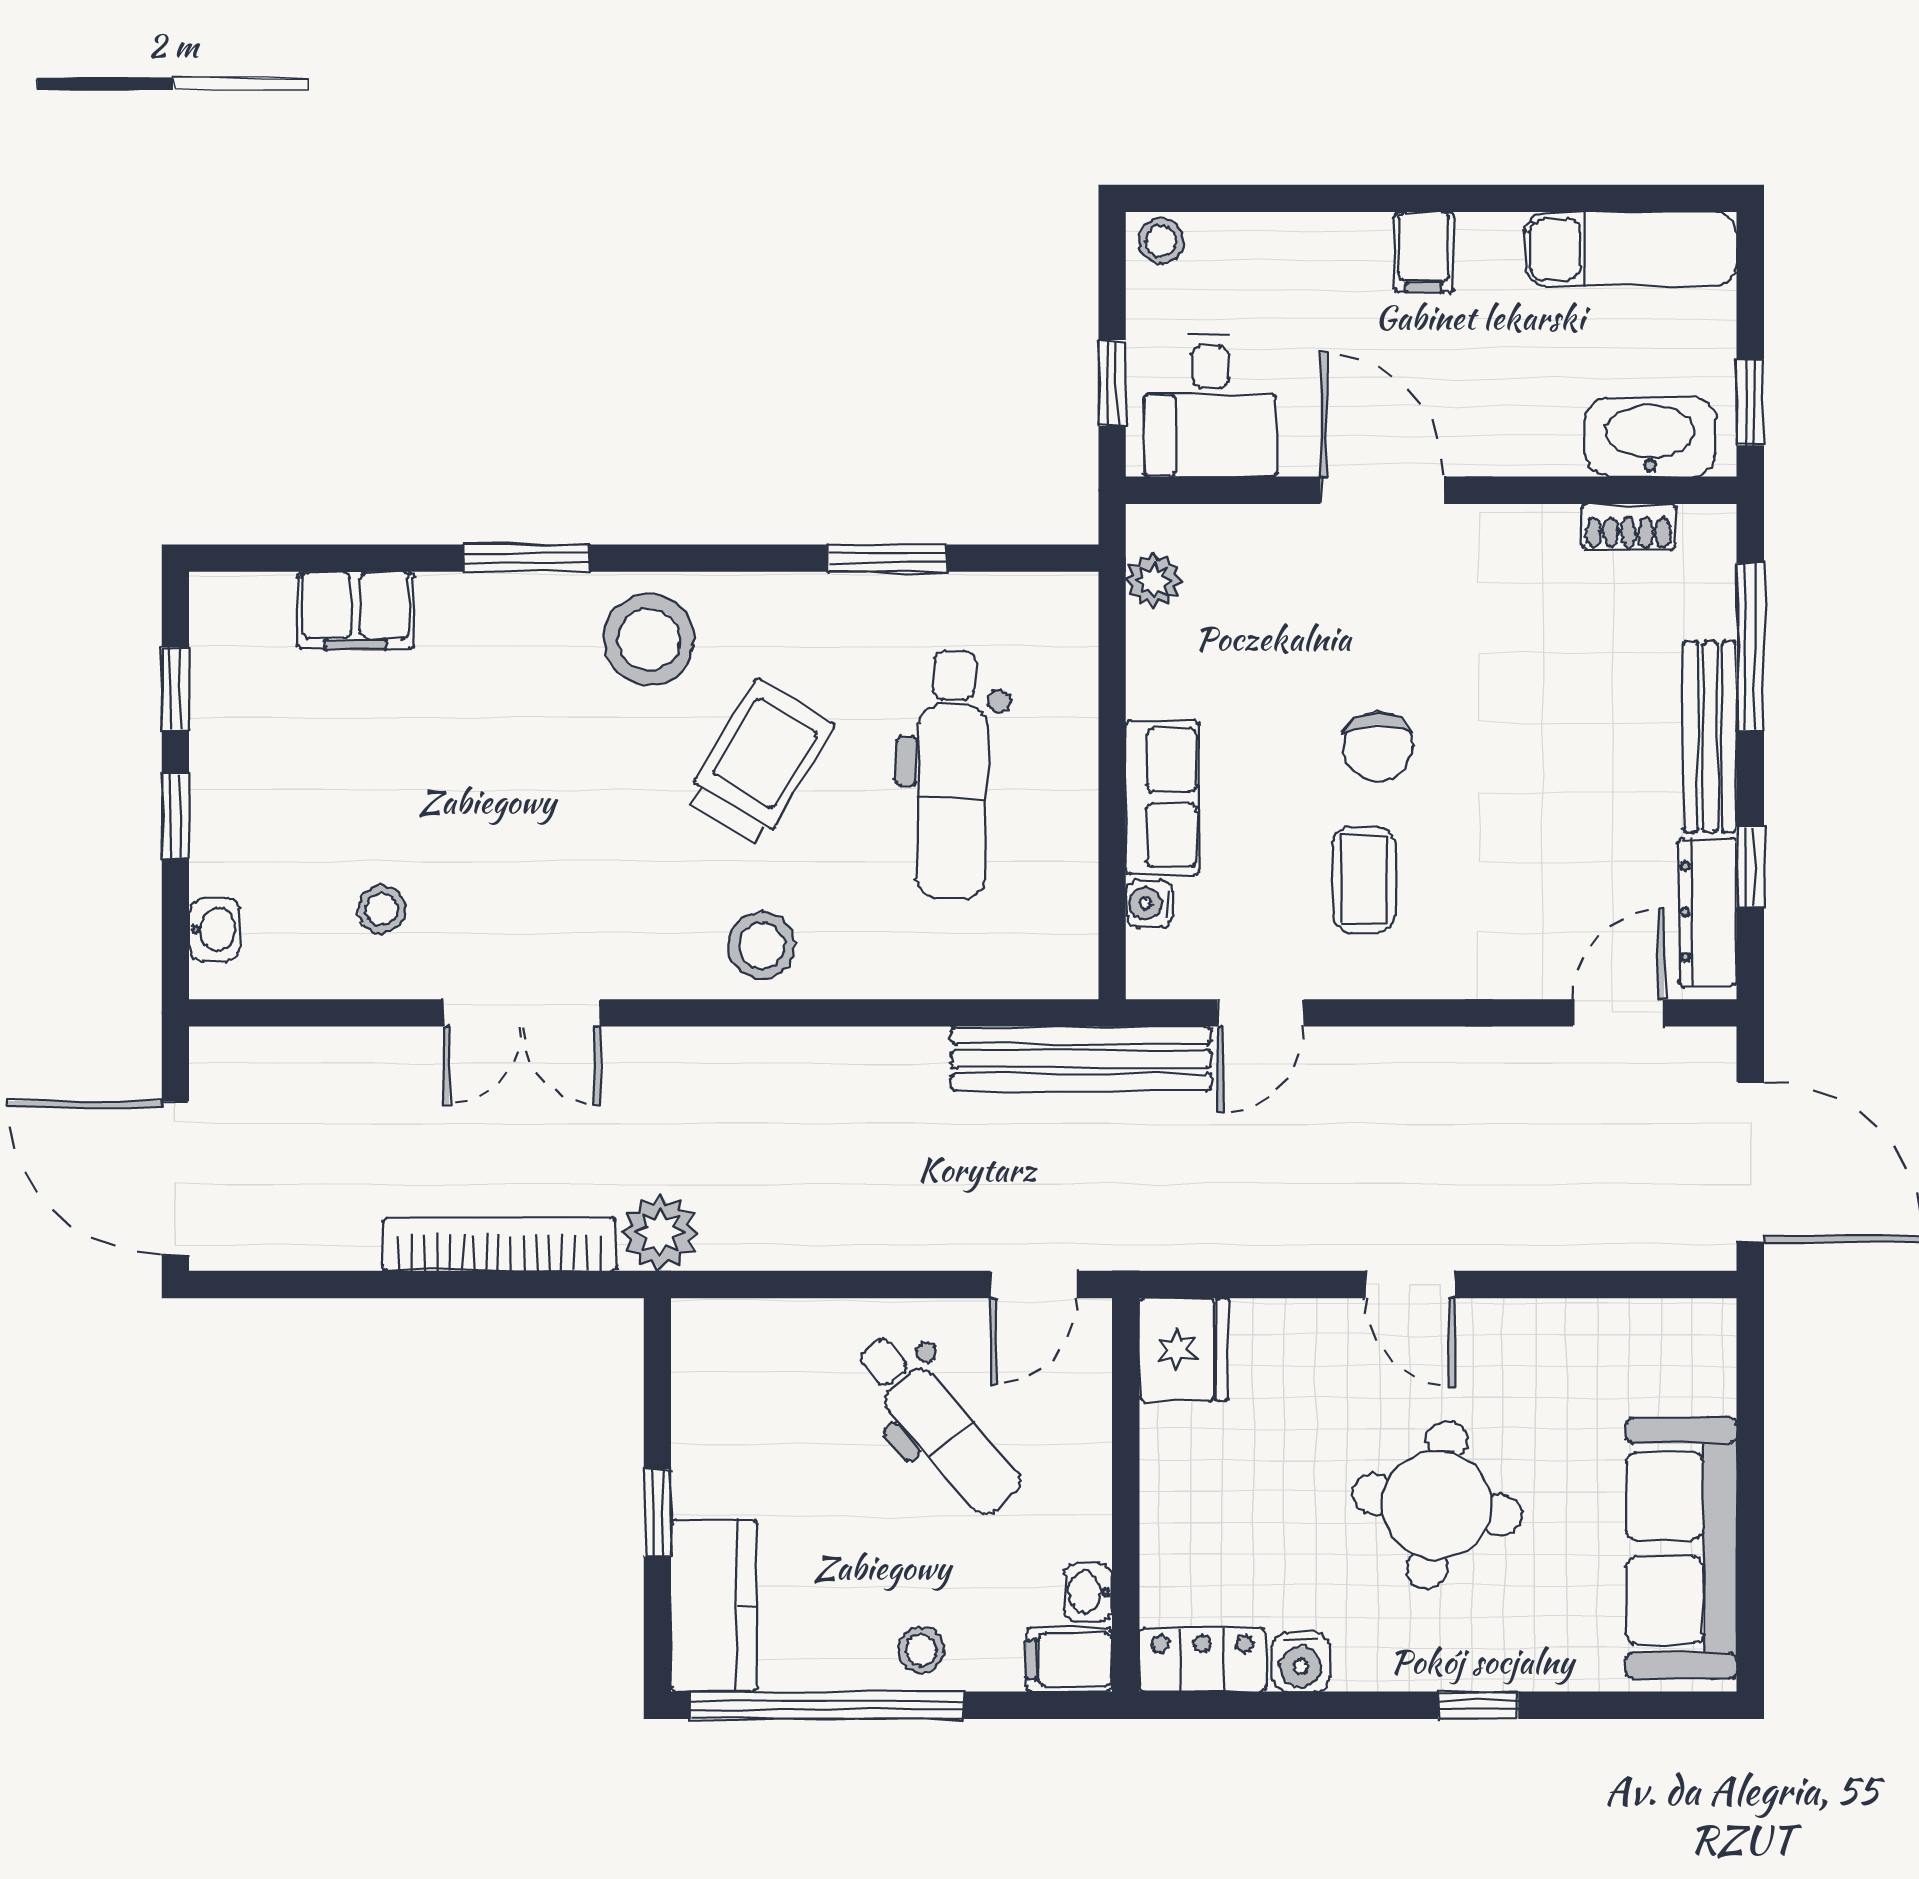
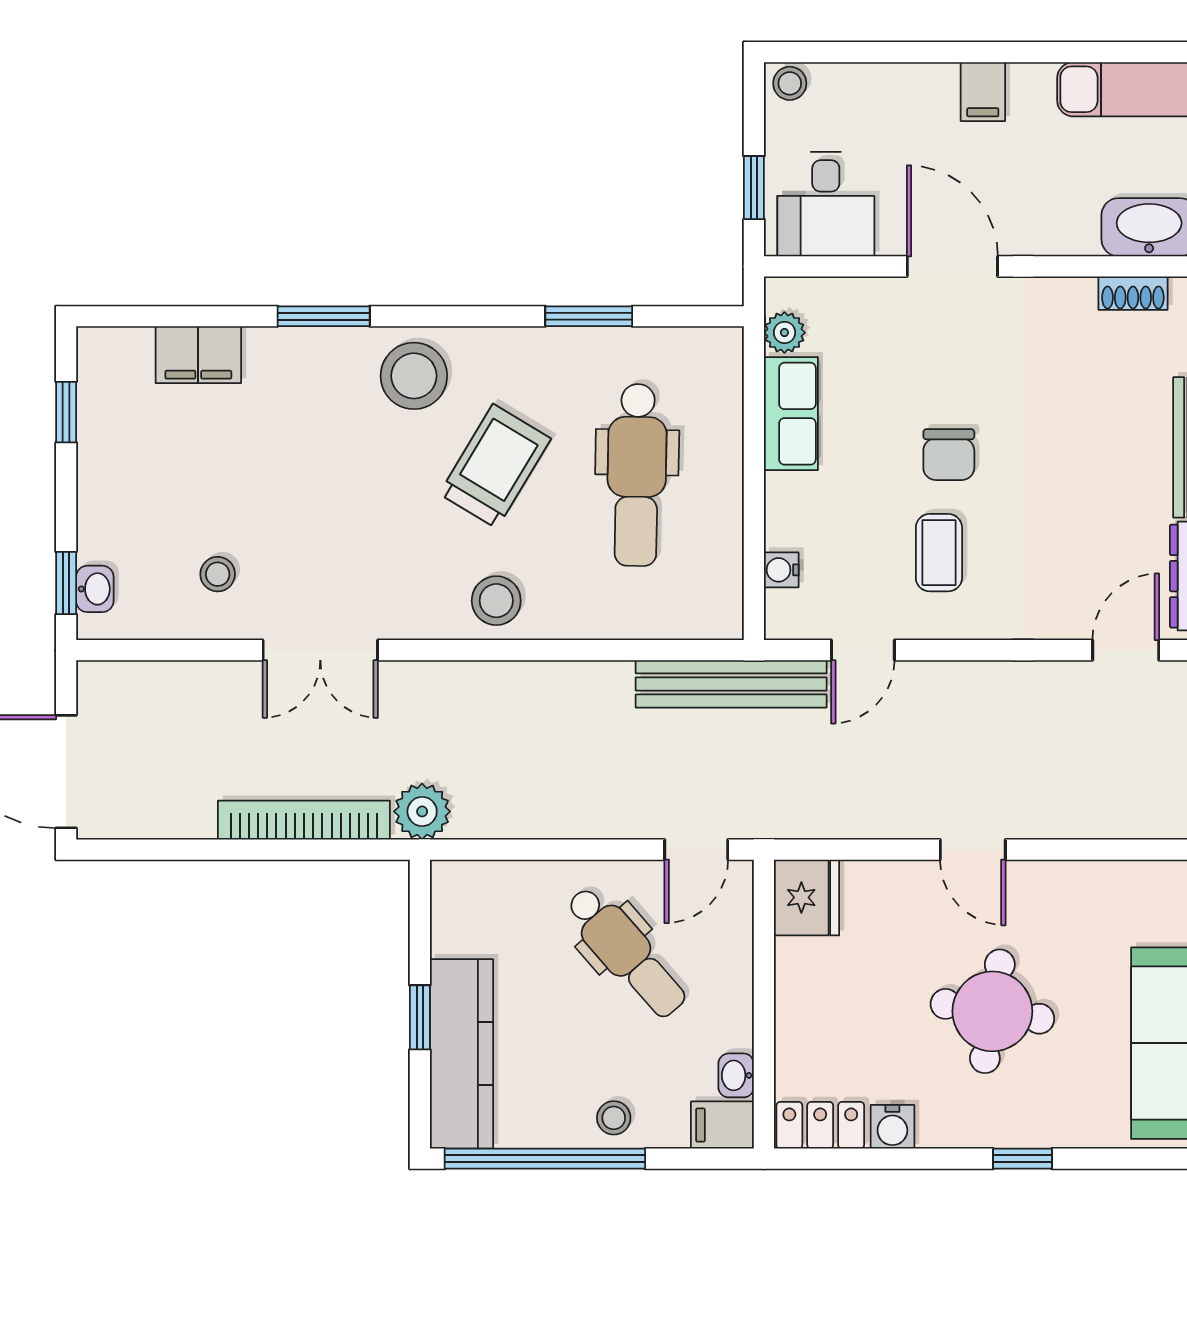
row of seats: (1163, 797) -> (791, 414), moved
window: (175, 816) -> (66, 583), moved
kitchen counter: (714, 1606) -> (462, 1054), width x1.50

